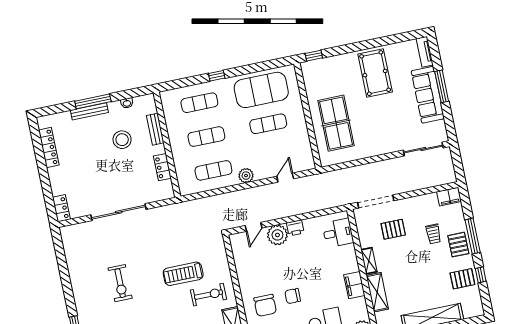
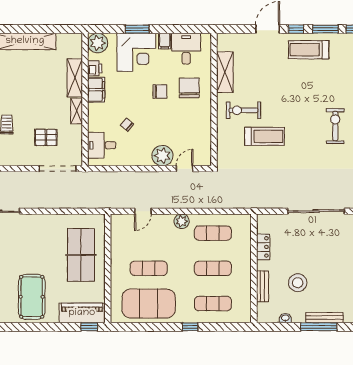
piano: (323, 68) -> (82, 313), added
printer: (295, 228) -> (95, 68), moved, turned 90
chair: (318, 258) -> (127, 125), added
exercise bike: (120, 283) -> (335, 126), moved

